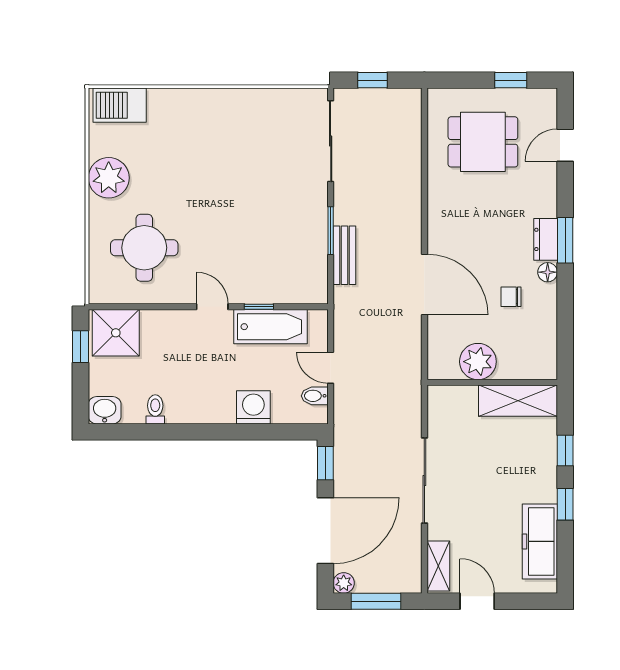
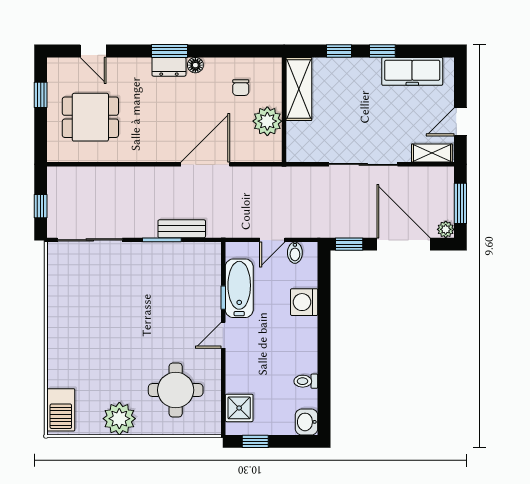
dining table: (483, 142) -> (90, 117), turned 90
chair: (511, 297) -> (241, 88), moved
shower: (116, 333) -> (239, 408), width x0.73, depth x0.73

